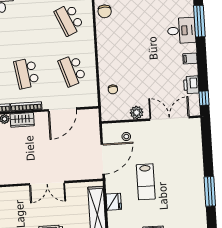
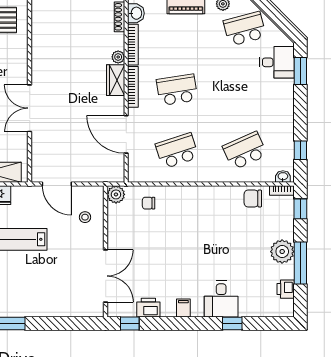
window: (199, 21) -> (232, 323), width x0.46
plant: (137, 113) -> (116, 194), moved
door: (103, 159) -> (57, 184), width x0.73

